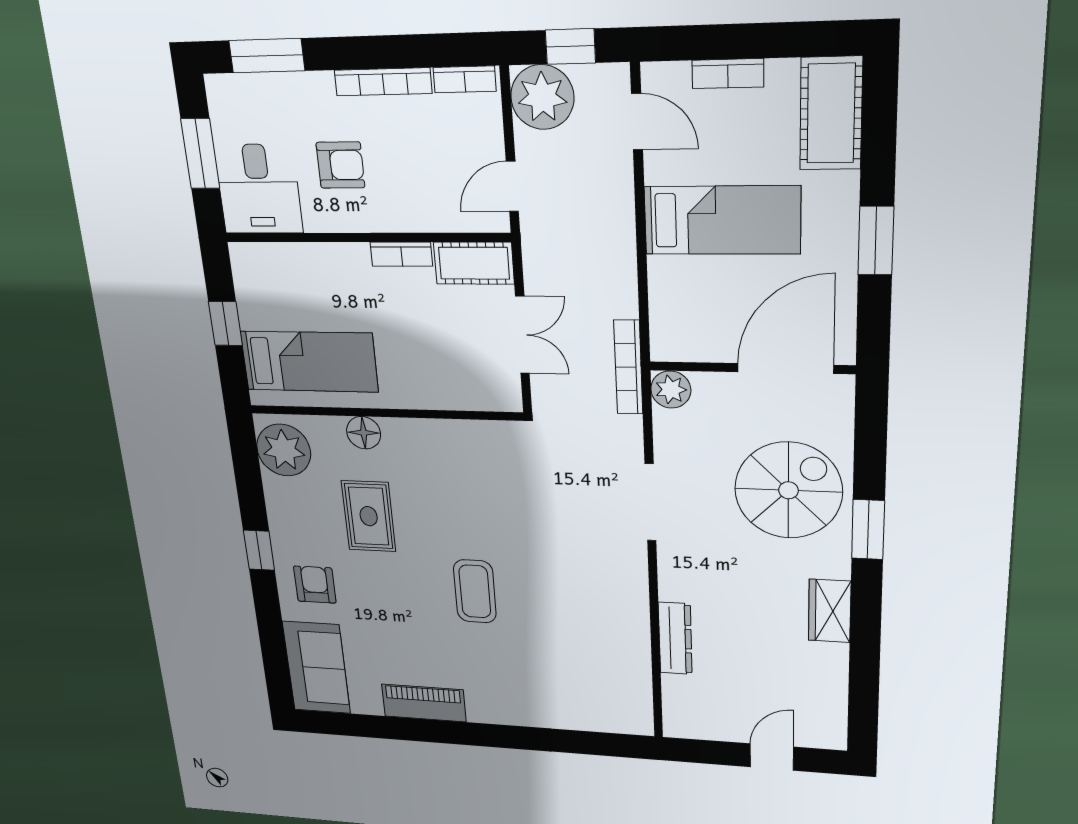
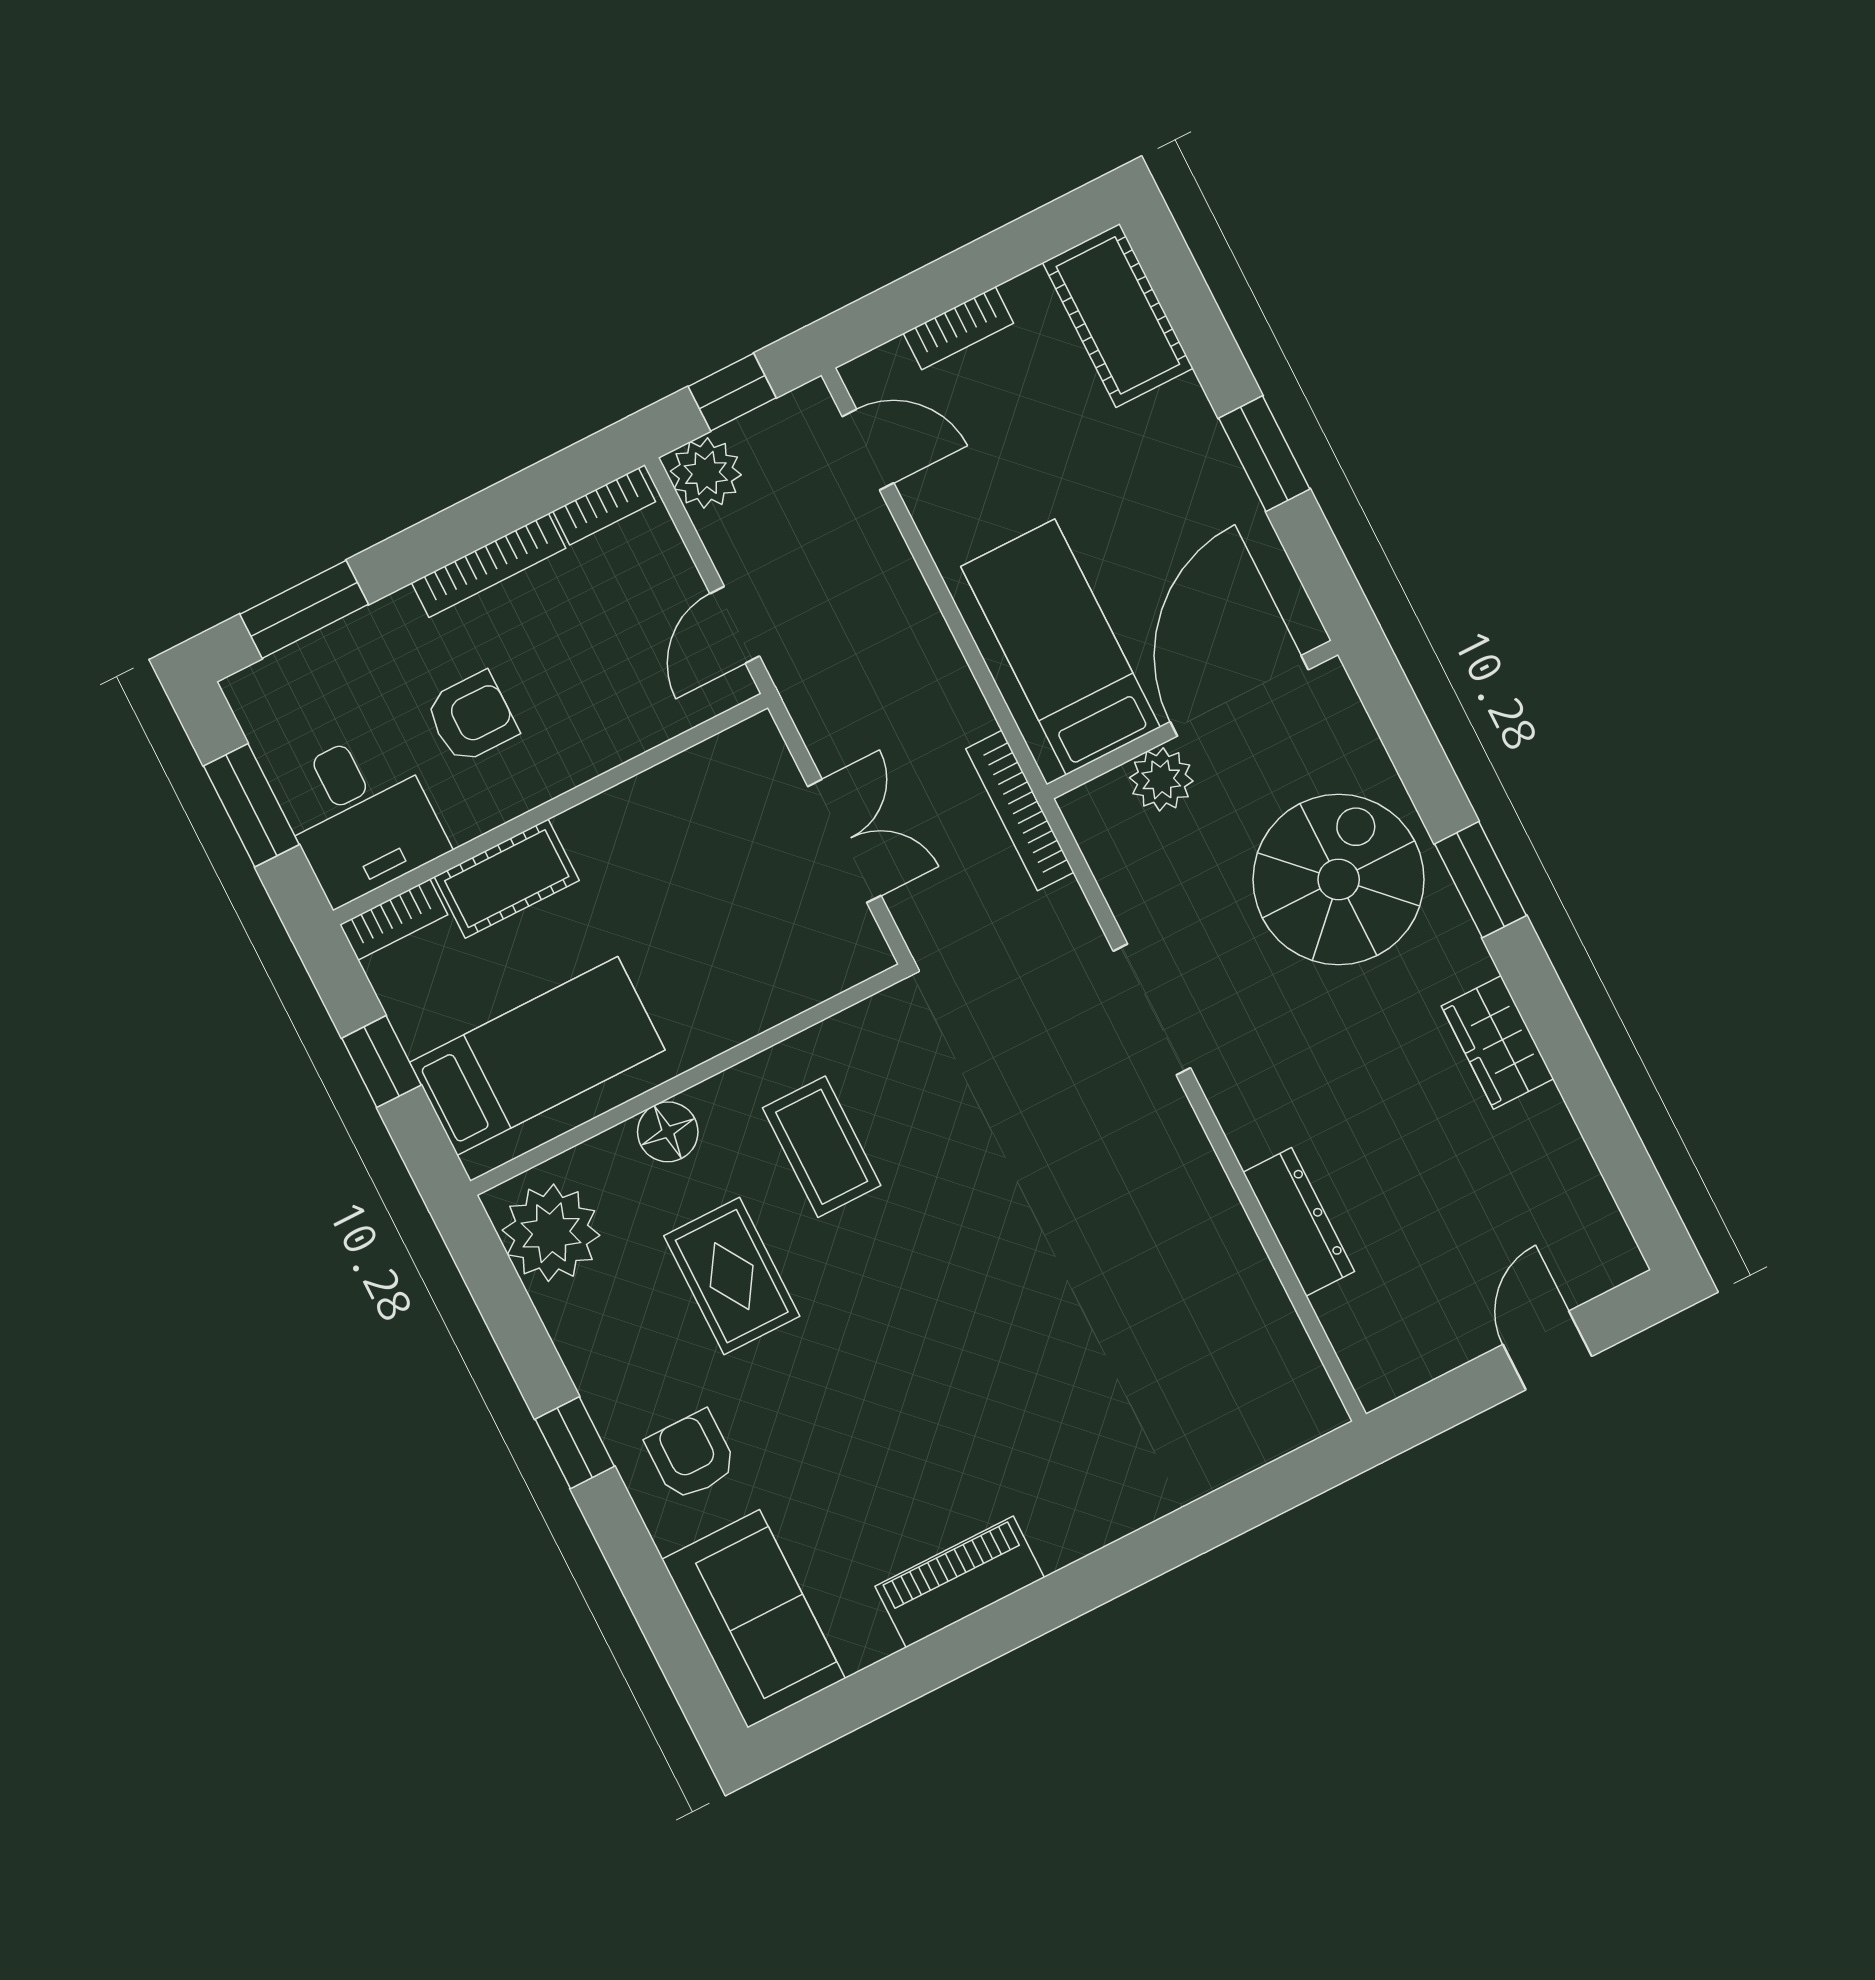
plant: (542, 97) -> (706, 473), width x0.73, depth x0.73
bed: (722, 220) -> (1061, 647), moved, turned -90
bookcase: (401, 254) -> (394, 920), moved
cot: (474, 263) -> (507, 879), moved
plant: (671, 390) -> (1161, 779), moved
coffee table: (475, 591) -> (822, 1147), moved

